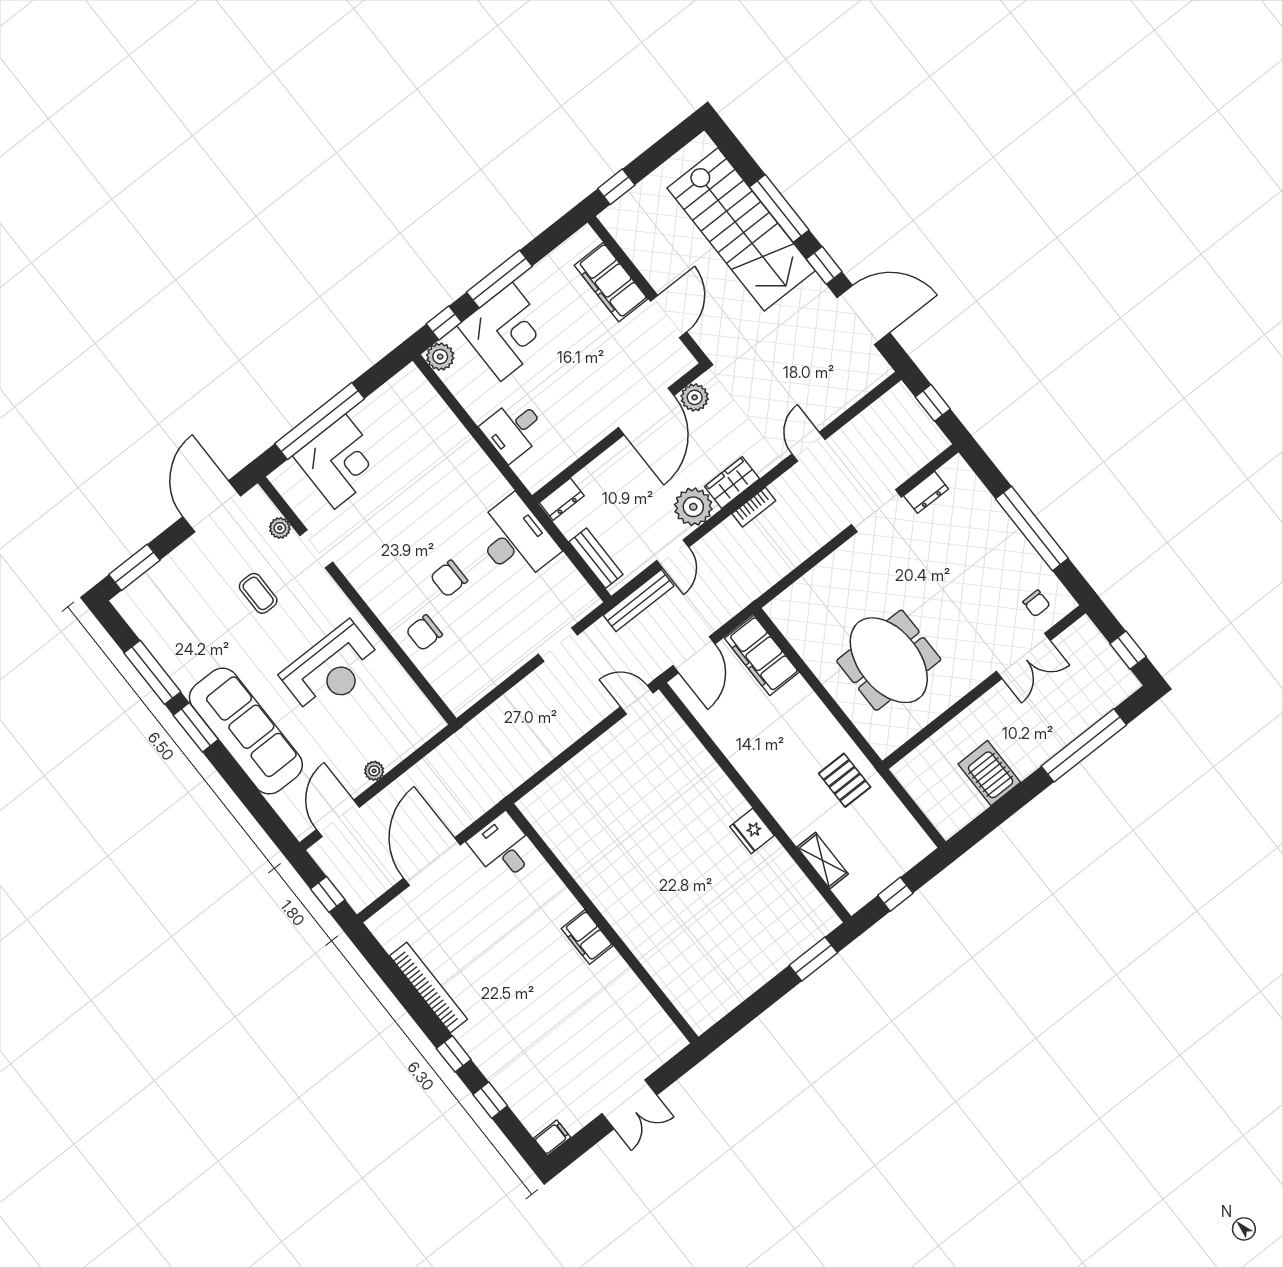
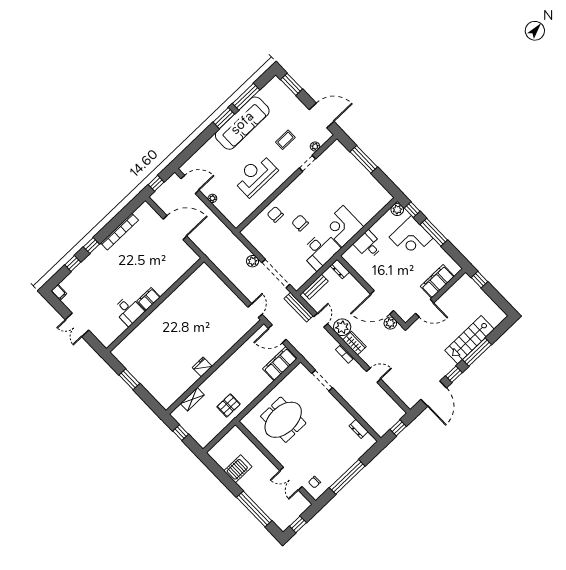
stairs: (741, 229) -> (469, 340), width x0.73, depth x0.66
window: (320, 421) -> (364, 159), width x0.68
corner desk: (340, 461) -> (343, 226), moved, turned 90
doorway: (876, 511) -> (322, 381), moved
door: (673, 554) -> (321, 320), swing flipped
doorway: (558, 645) -> (276, 274), width x1.88
reception desk: (332, 669) -> (255, 175), turned 90
plant: (525, 694) -> (253, 261), added
sofa: (246, 731) -> (242, 123), moved
desk: (503, 848) -> (129, 311), moved, turned 90
window: (813, 959) -> (129, 379), moved

